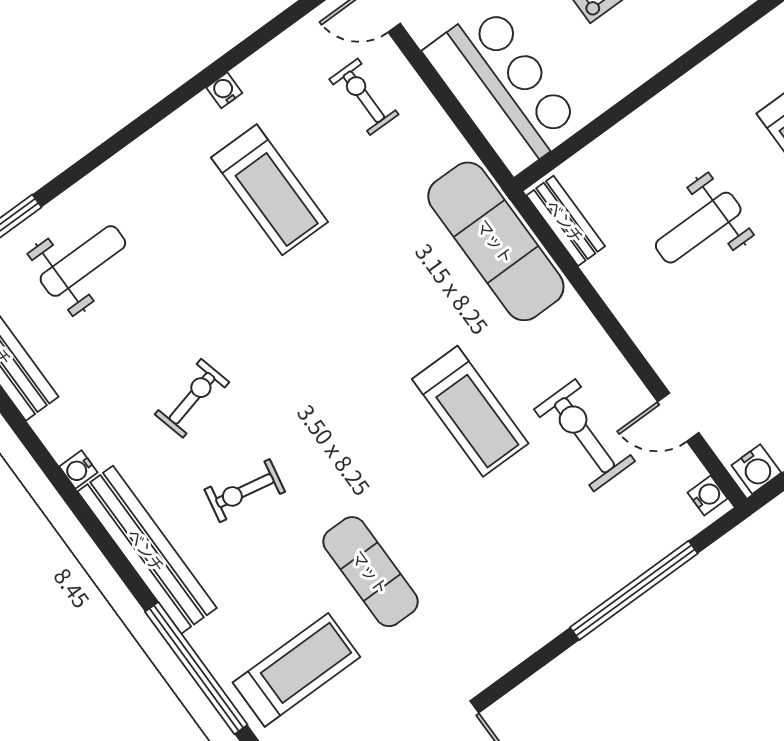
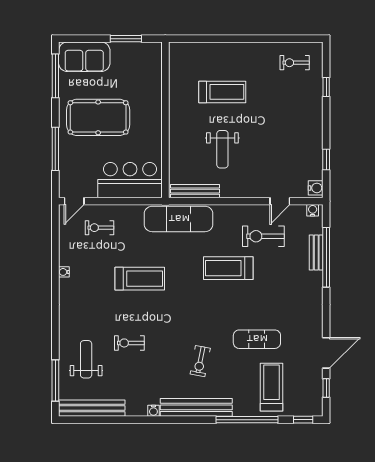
treadmill: (269, 190) -> (140, 279), moved
bench: (566, 221) -> (195, 191), width x1.36
exercise bike: (192, 398) -> (129, 343), moved, turned -76
treadmill: (470, 411) -> (228, 268), turned 180
bench: (629, 564) -> (316, 252), added

